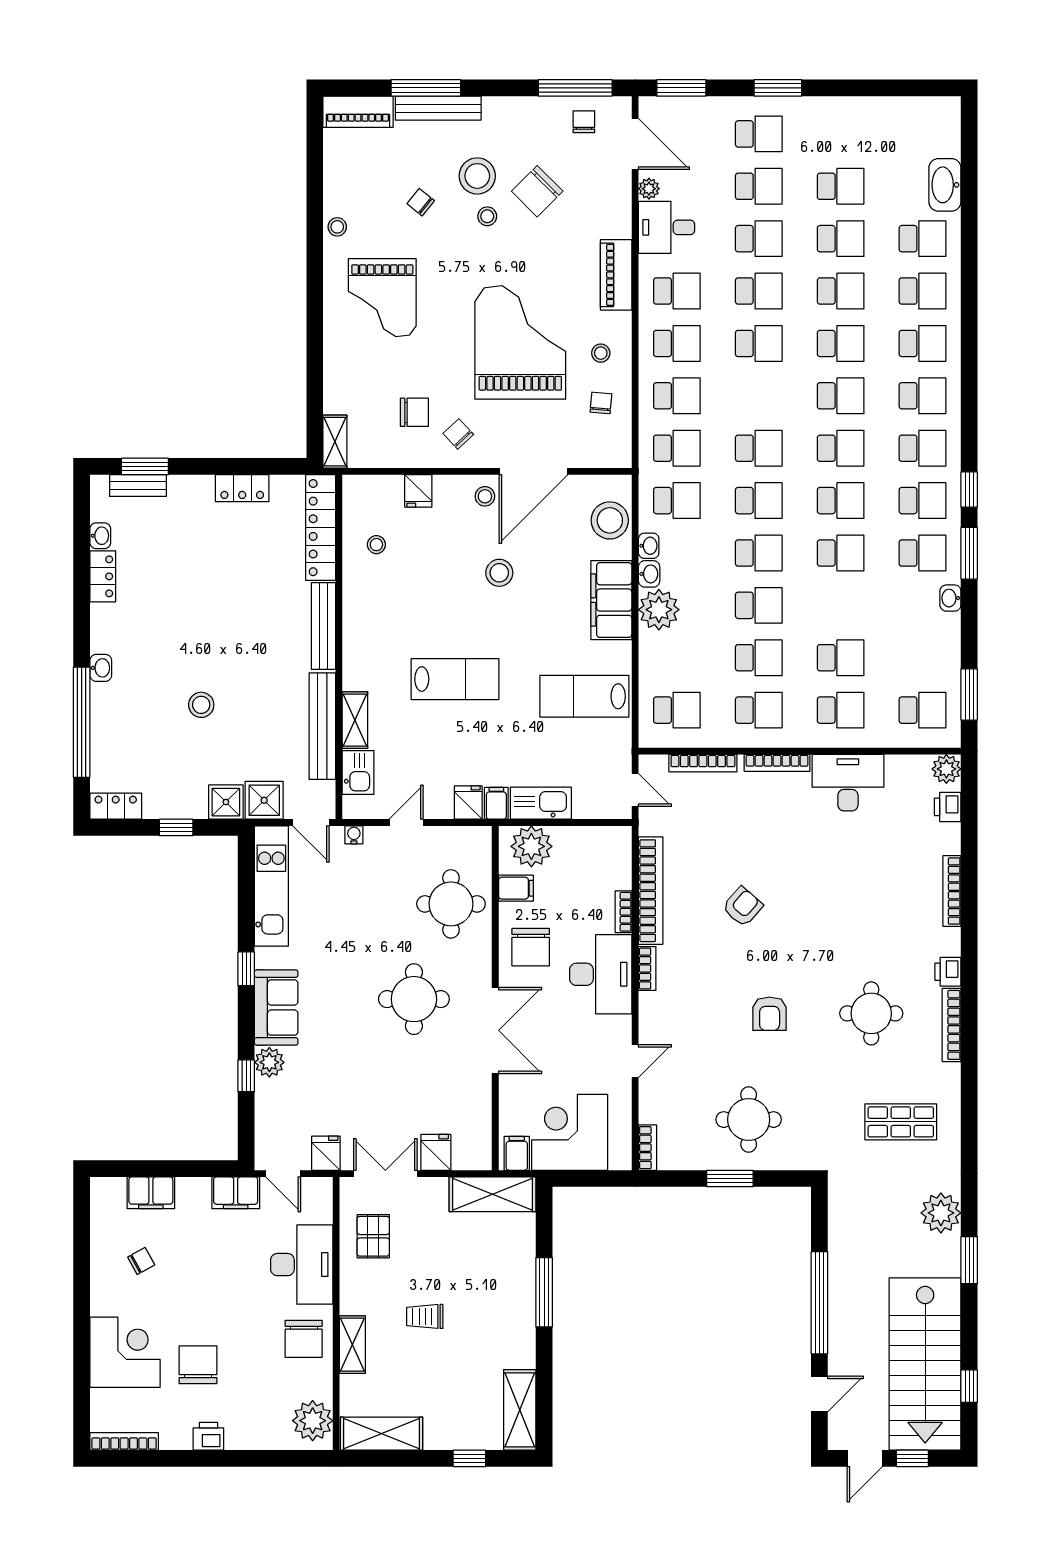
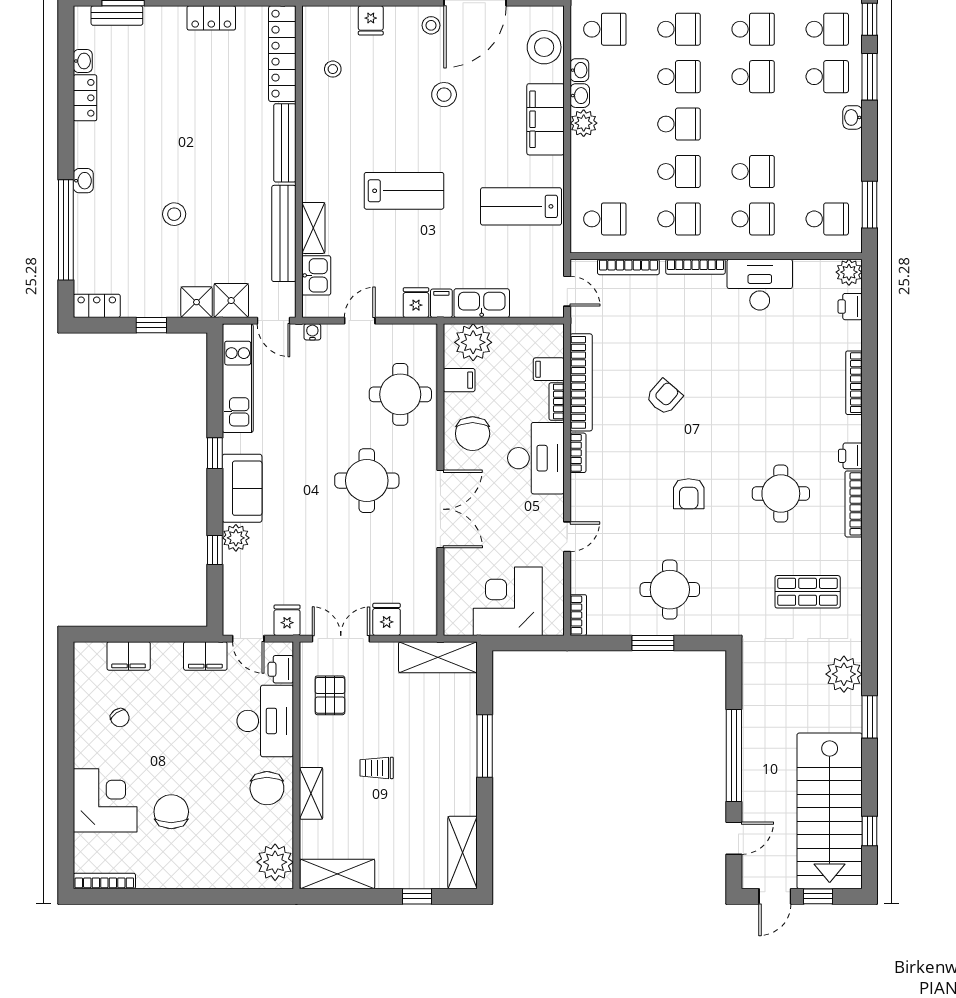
plant: (659, 610) -> (584, 123), width x0.73, depth x0.73
filing cabinet: (517, 1153) -> (549, 369), moved, turned -90
chair: (141, 1261) -> (120, 718), turned 84
printer: (208, 1436) -> (281, 669), moved, turned -90

